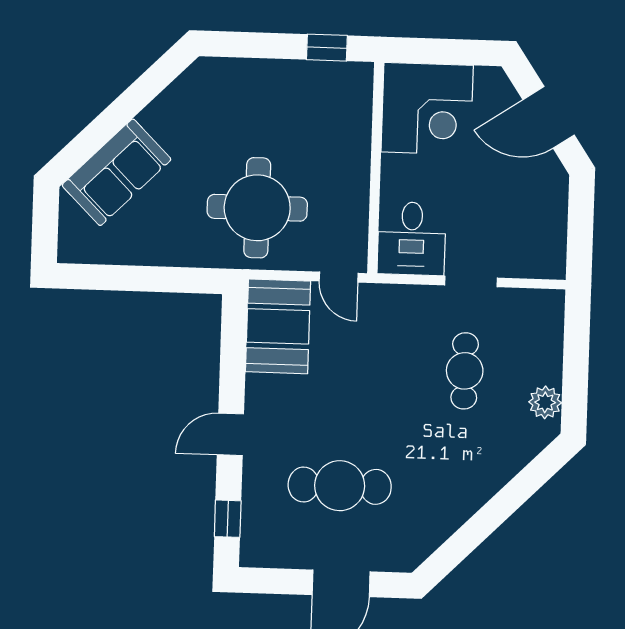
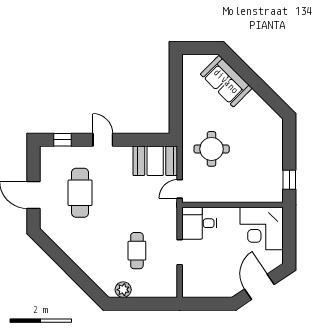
round table: (257, 208) -> (212, 149), width x0.73, depth x0.73
cafe table: (465, 371) -> (137, 251), turned 90

